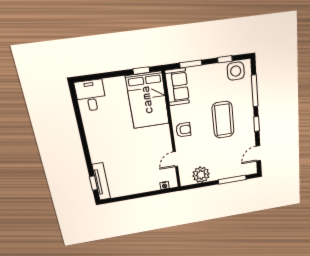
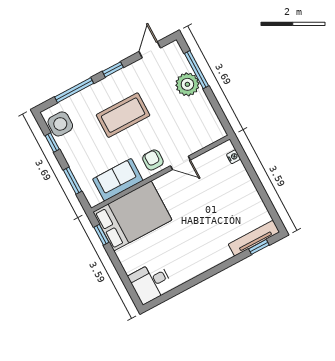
sofa: (177, 87) -> (118, 180), moved
door: (258, 153) -> (150, 50), swing flipped
door: (175, 159) -> (180, 163), moved
plant: (201, 175) -> (187, 84), moved

